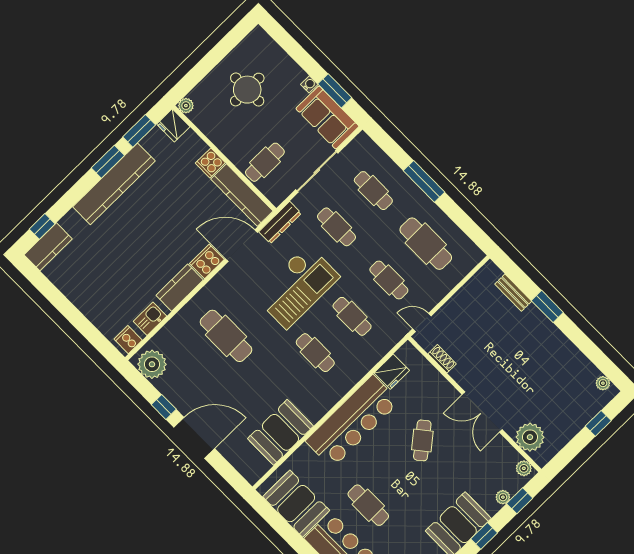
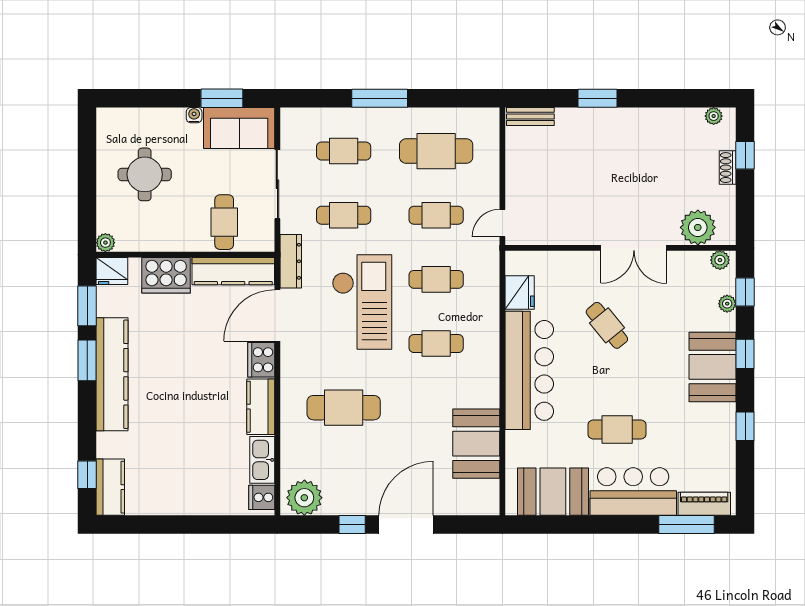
cooker: (210, 163) -> (166, 275), width x1.87, depth x1.31
bench: (513, 293) -> (530, 116), moved
kitchen sink: (150, 319) -> (262, 460), width x1.38
shoe rack: (442, 359) -> (728, 168), moved, turned -90

